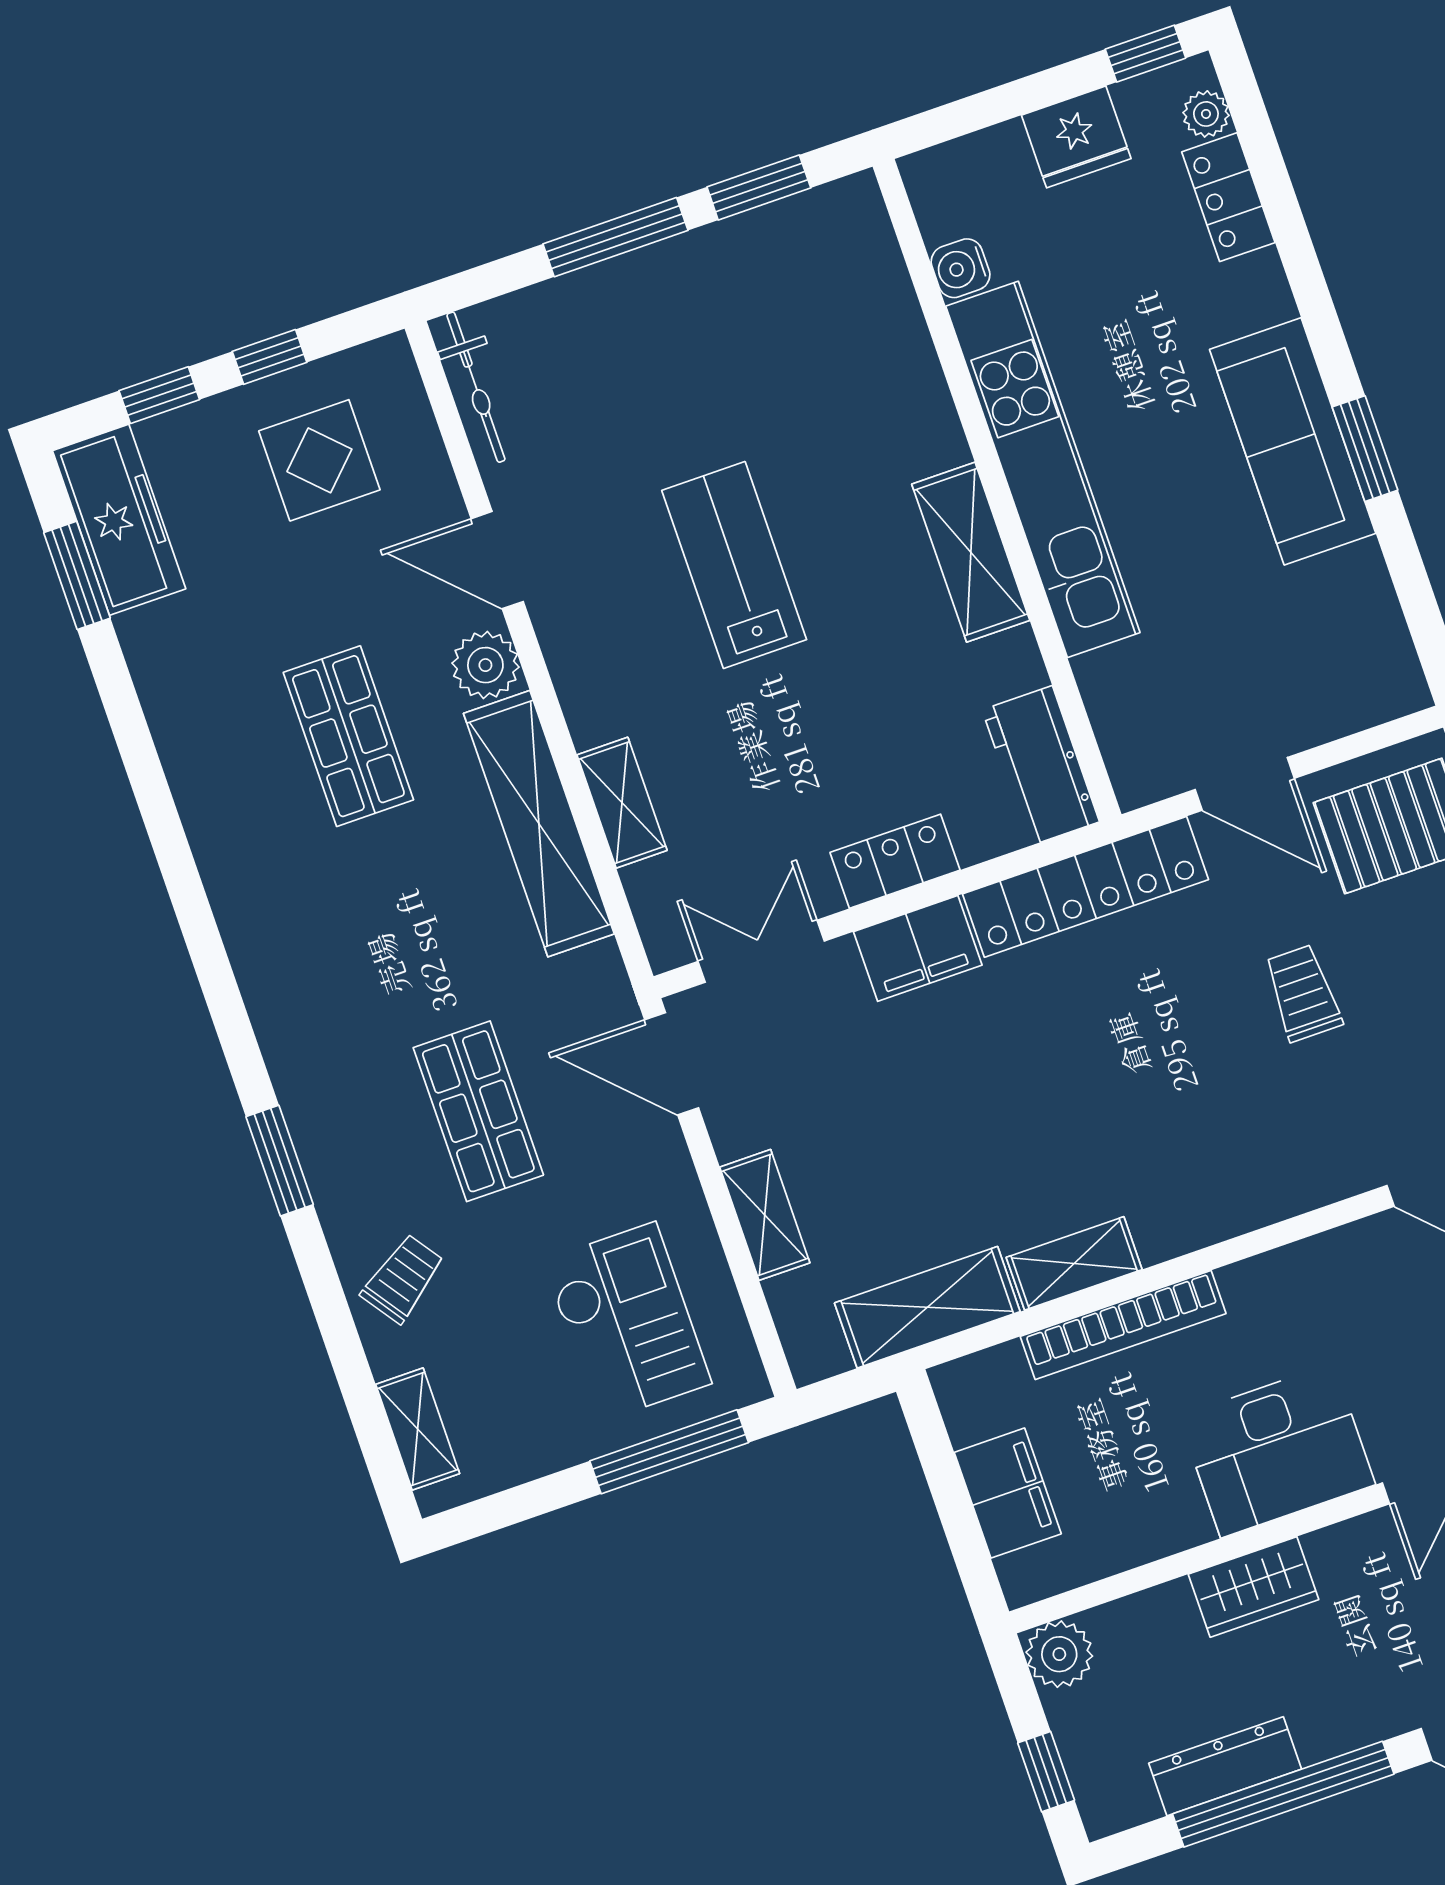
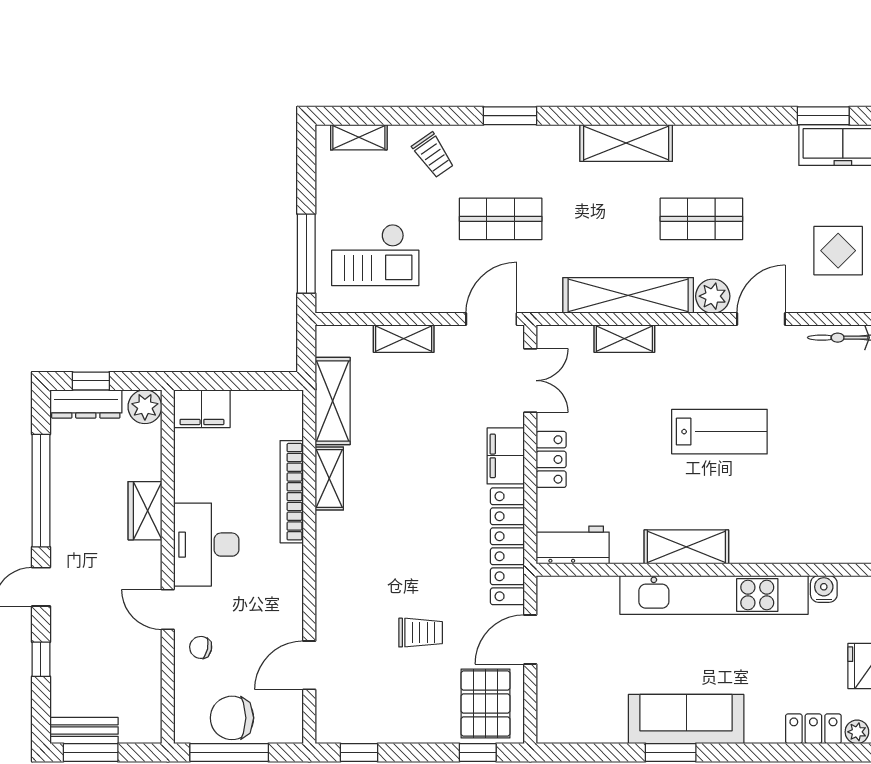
shelving: (255, 926) -> (626, 143), added
filing cabinet: (1008, 1493) -> (202, 409), moved
dresser: (1225, 1766) -> (86, 404), moved, turned 90

